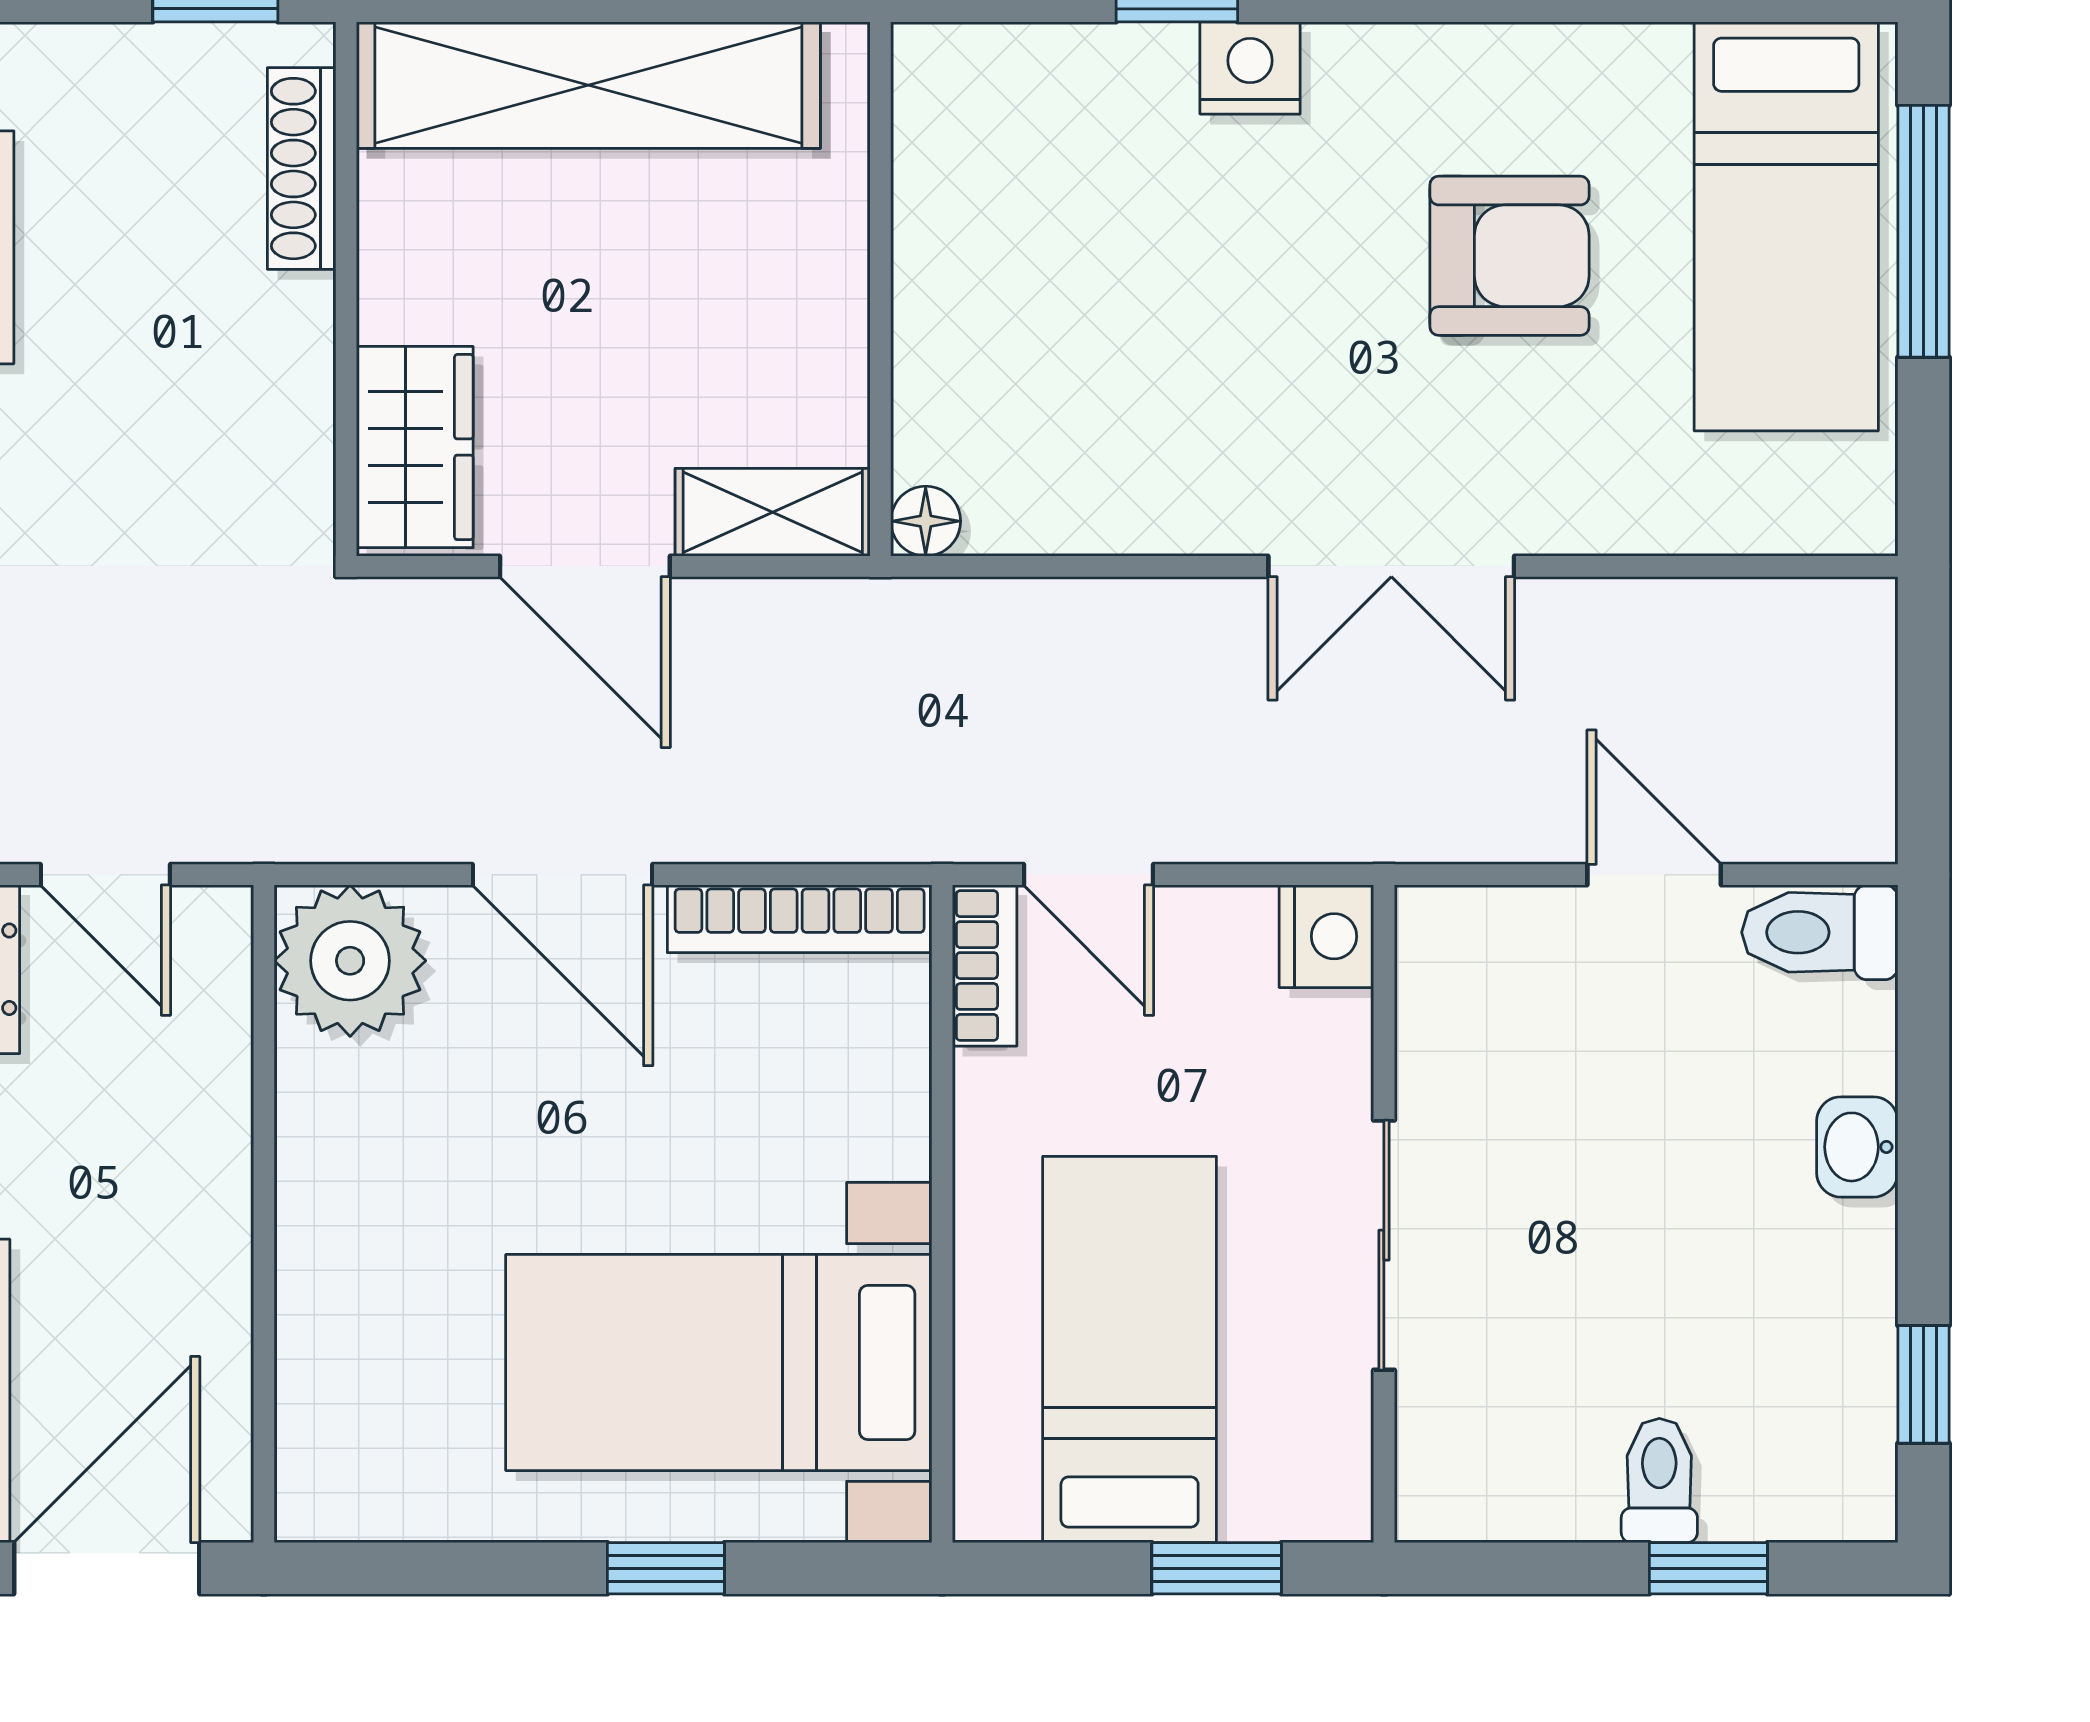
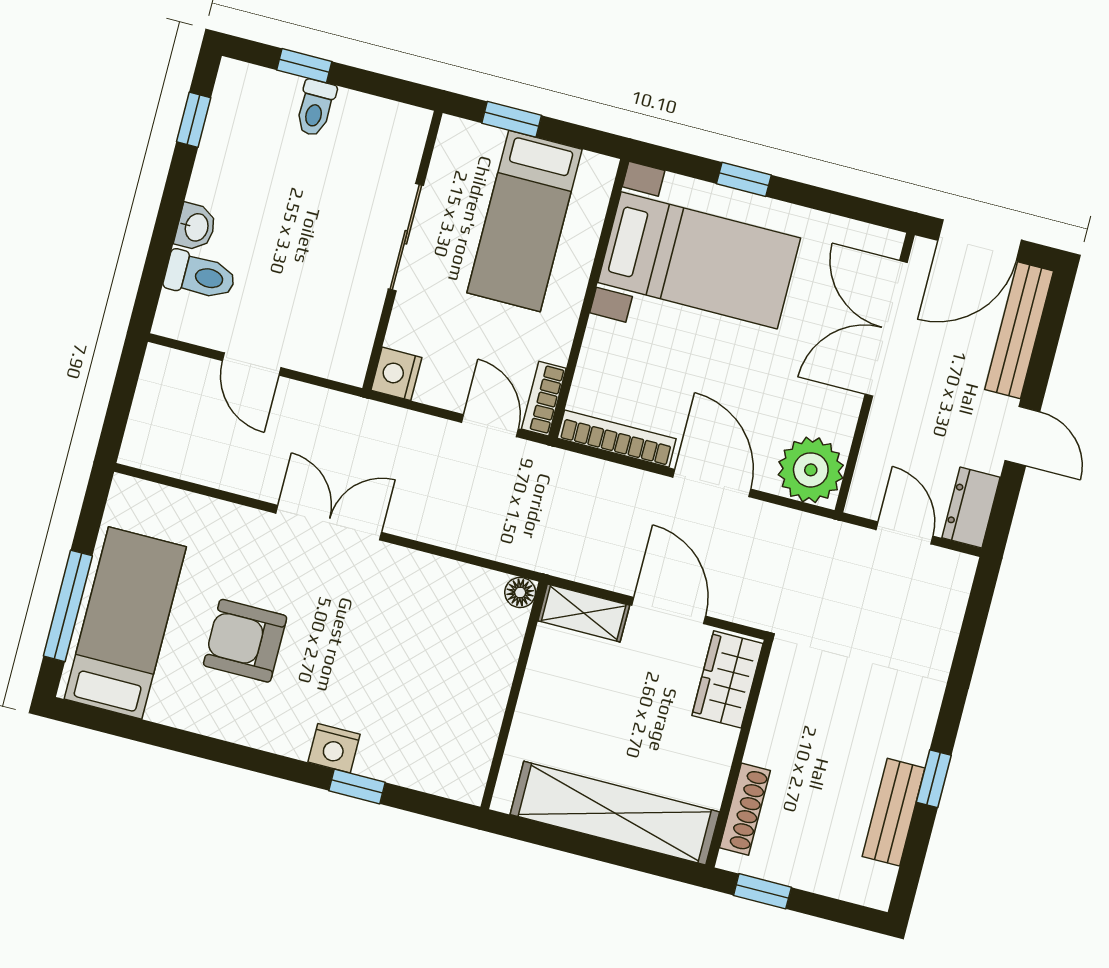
toilet: (1820, 932) -> (200, 276), moved
double door: (264, 1319) -> (886, 328), added

